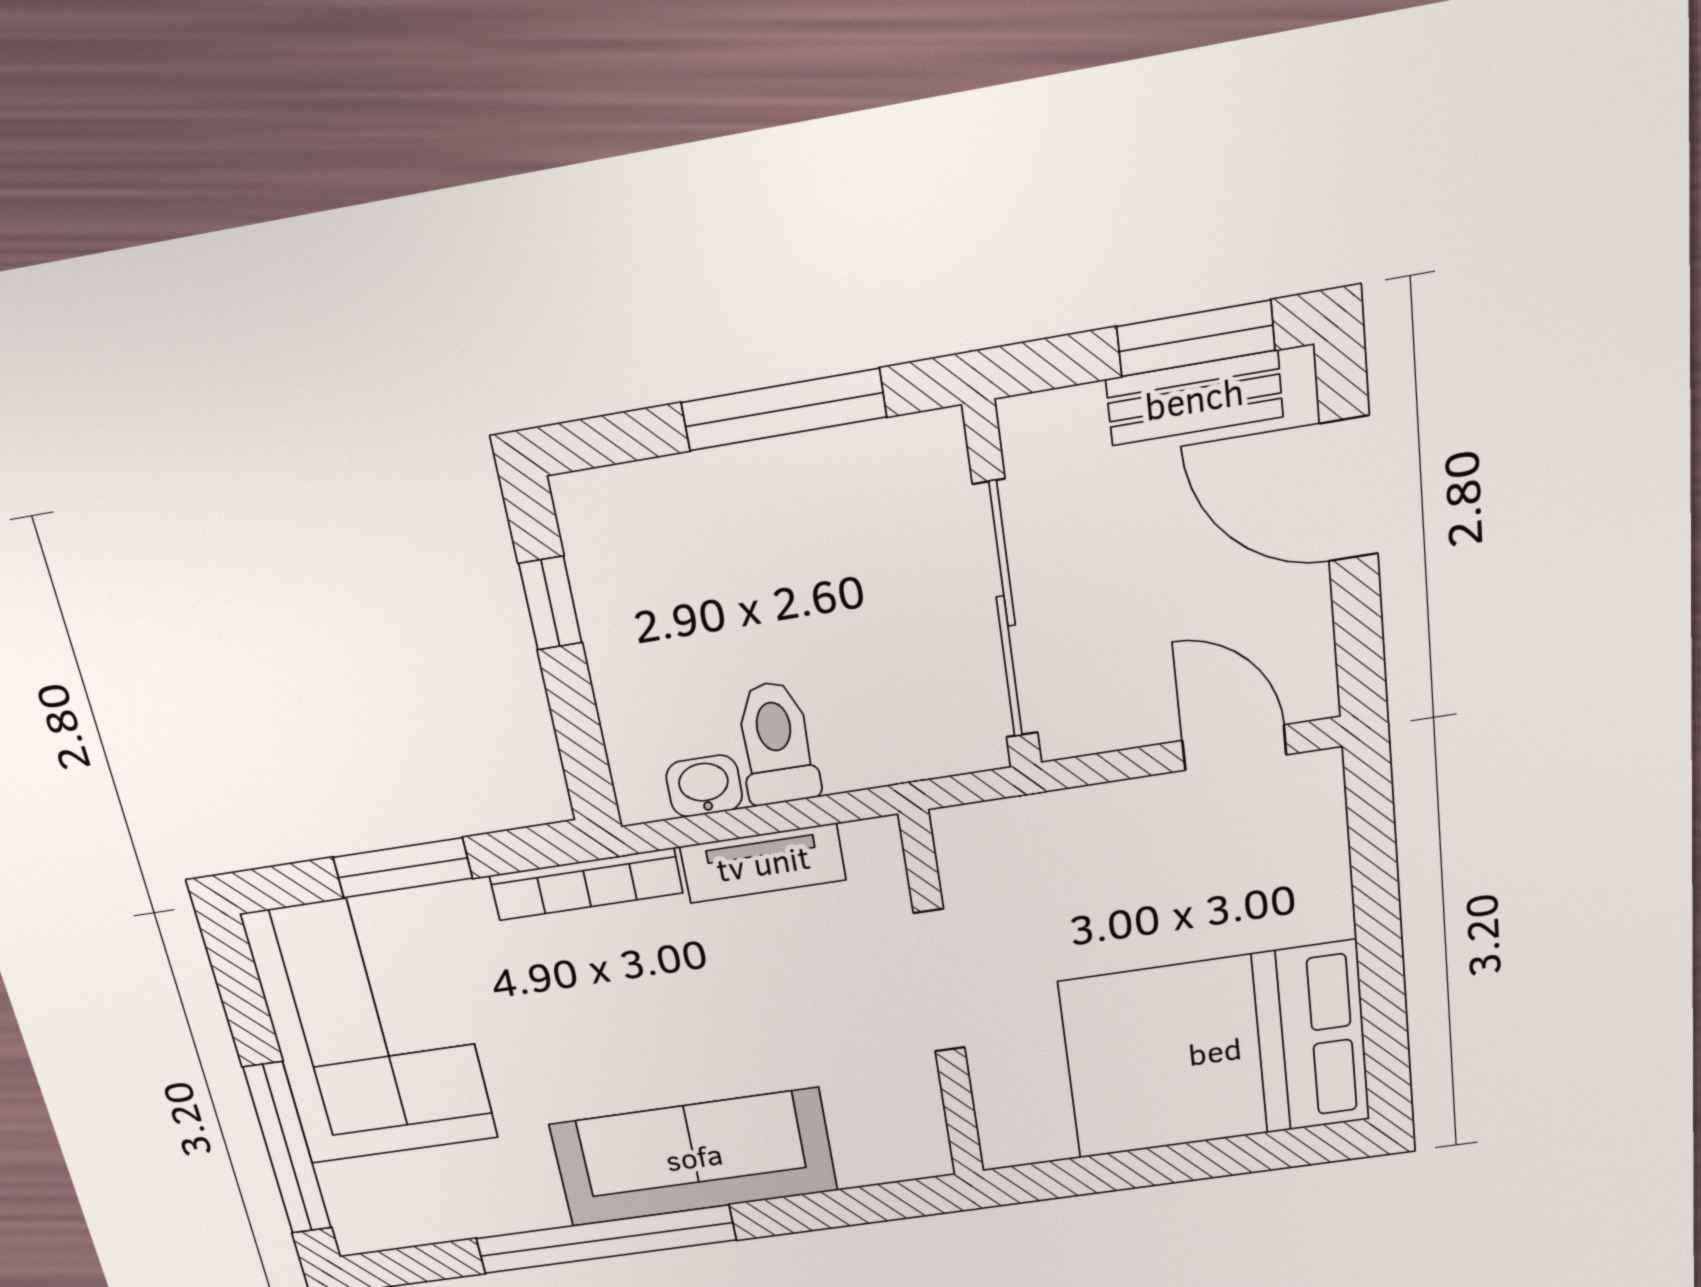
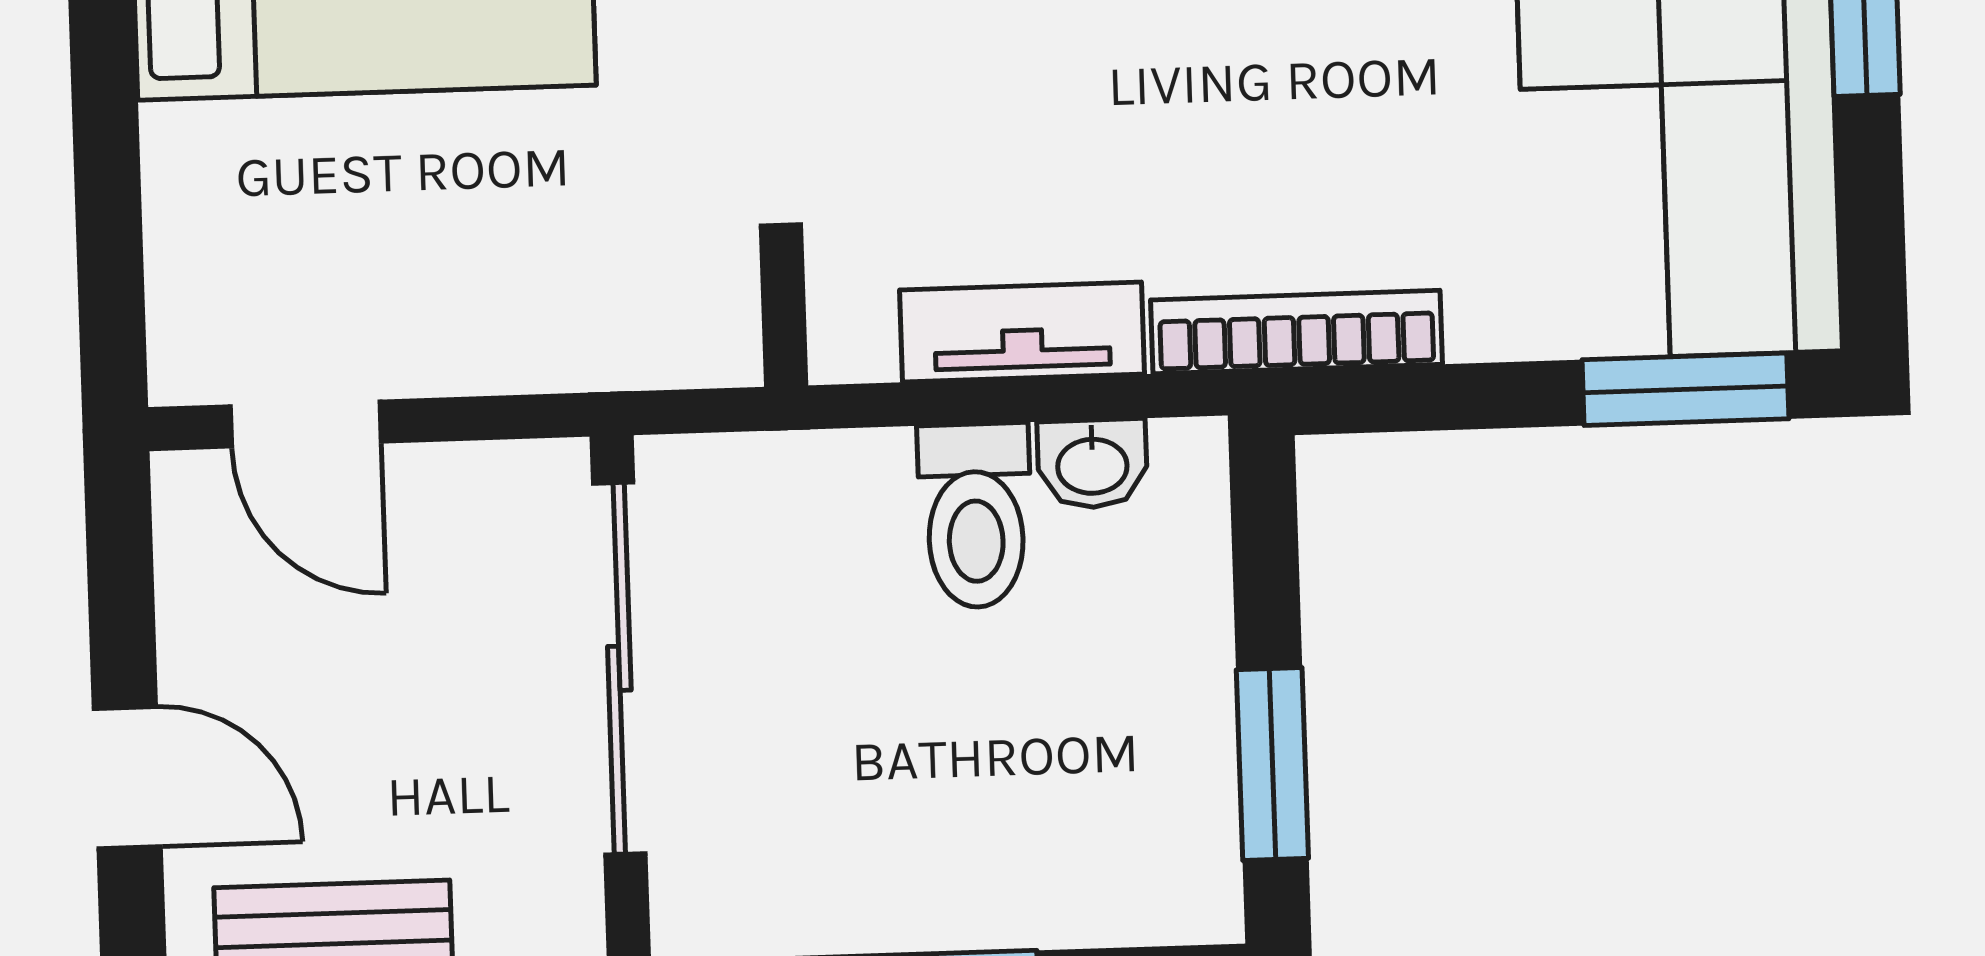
door: (1349, 489) -> (127, 777), width x0.73
window: (550, 603) -> (1272, 764), width x1.50
window: (403, 868) -> (1685, 389), moved

